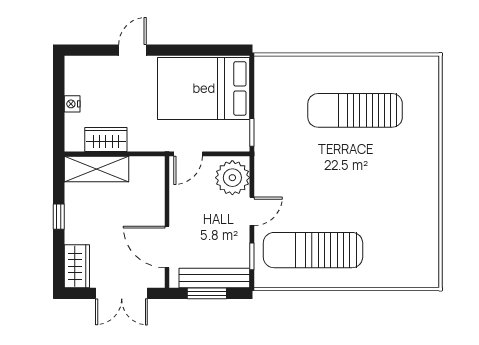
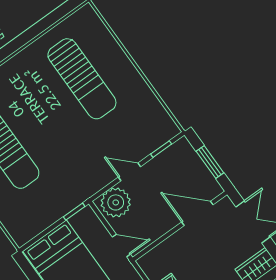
door: (167, 247) -> (197, 213), swing flipped
sun lounger: (313, 250) -> (82, 79), moved
bench: (214, 278) -> (195, 164), removed

